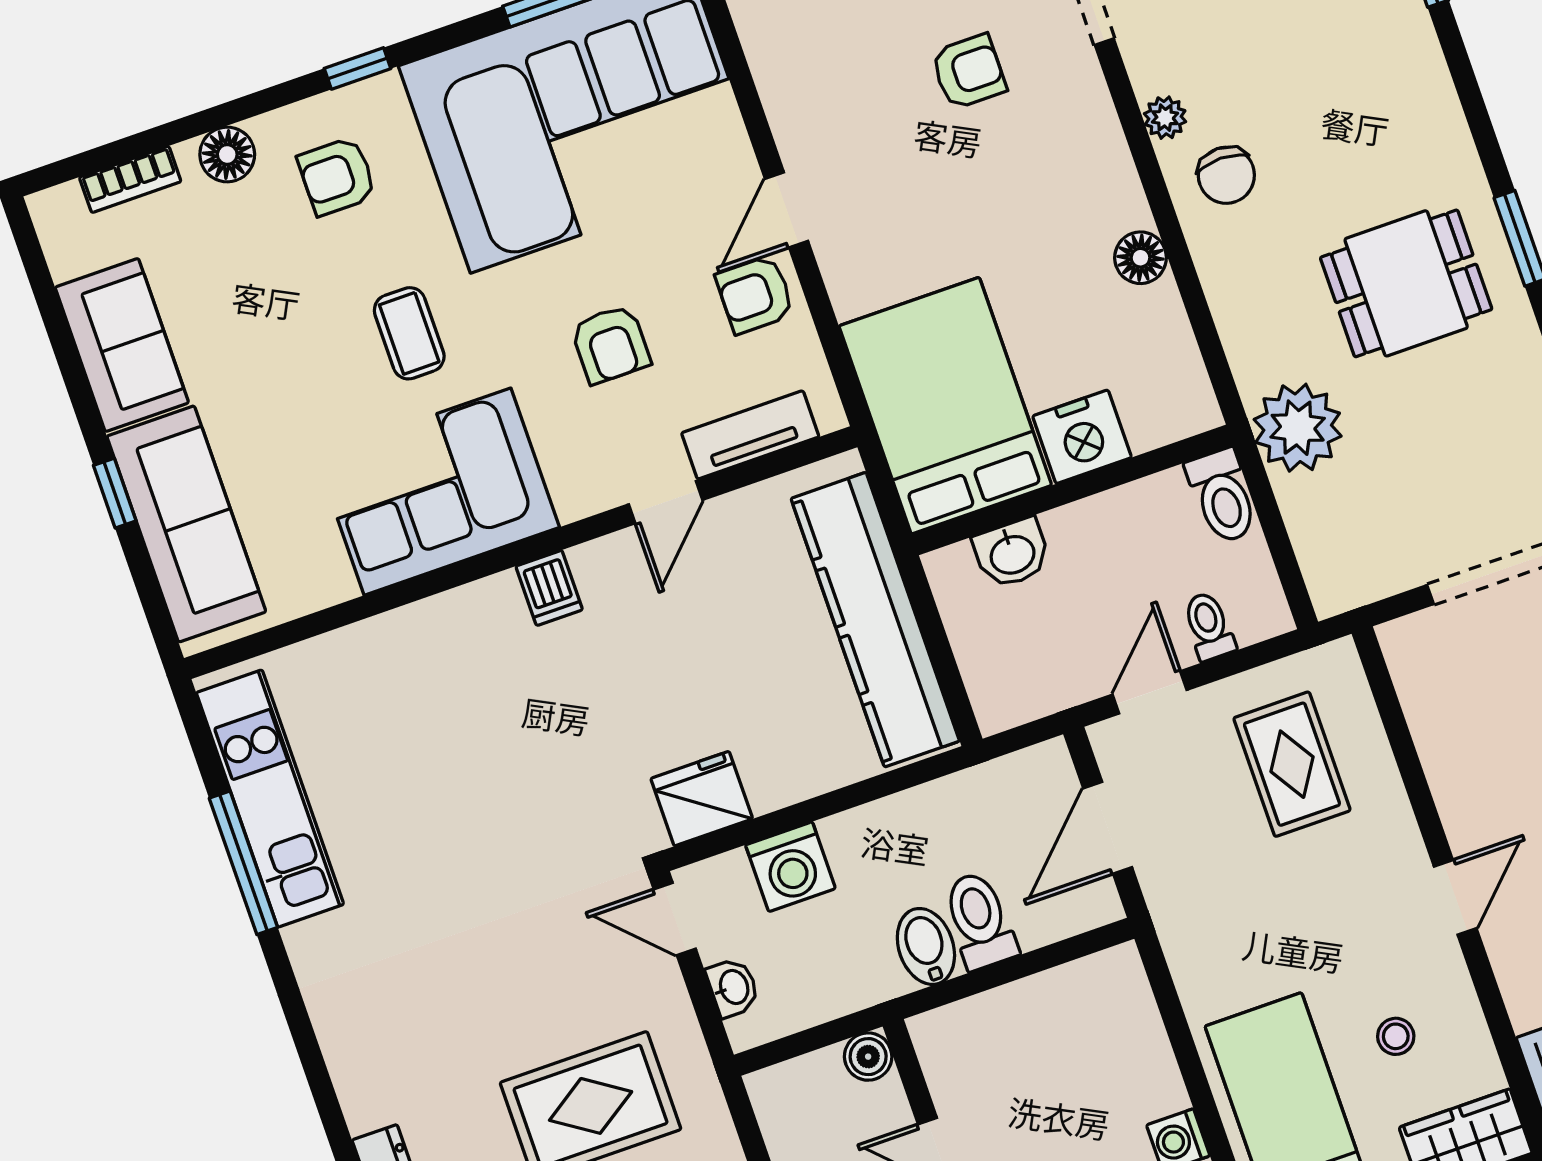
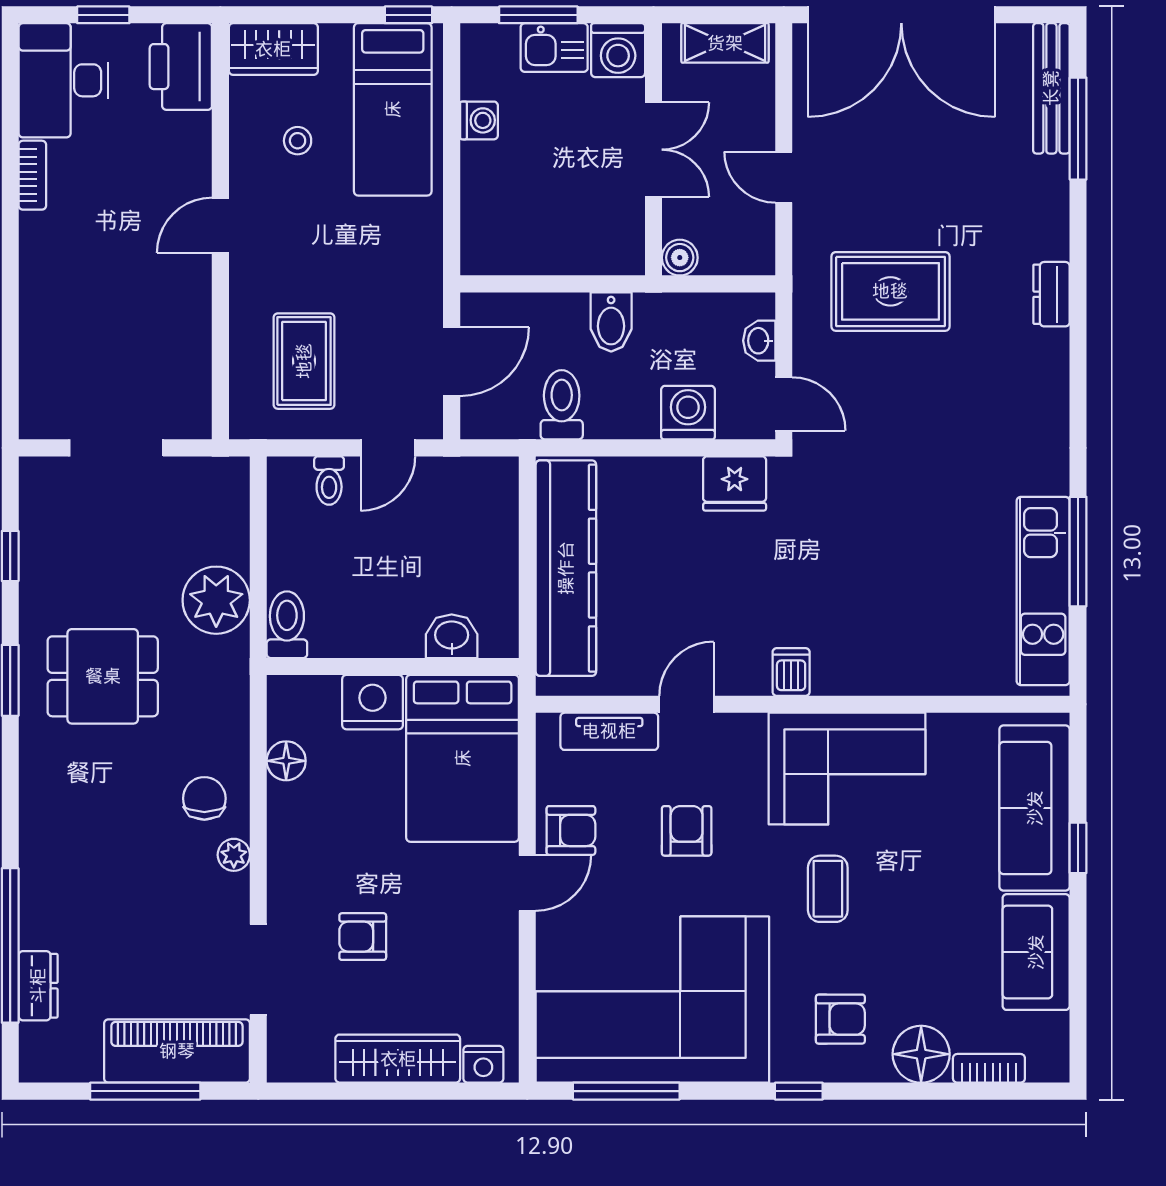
floor lamp: (227, 155) -> (921, 1054), width x1.38, depth x1.38
bed: (945, 406) -> (463, 758), moved
nightstand: (1082, 437) -> (373, 702), moved
wall: (1072, 490) -> (393, 666), moved
toilet: (1222, 496) -> (287, 625), moved
washbasin: (1012, 553) -> (452, 636), moved
toilet: (980, 921) -> (562, 405), moved, turned 180

